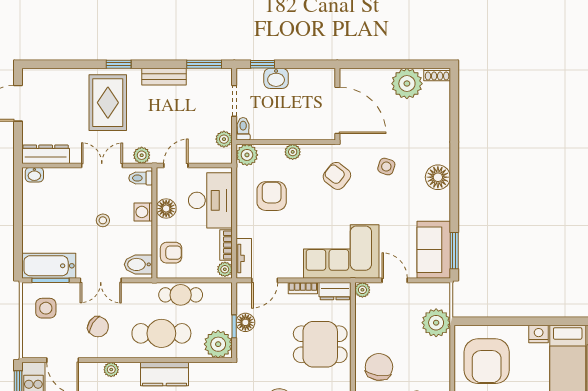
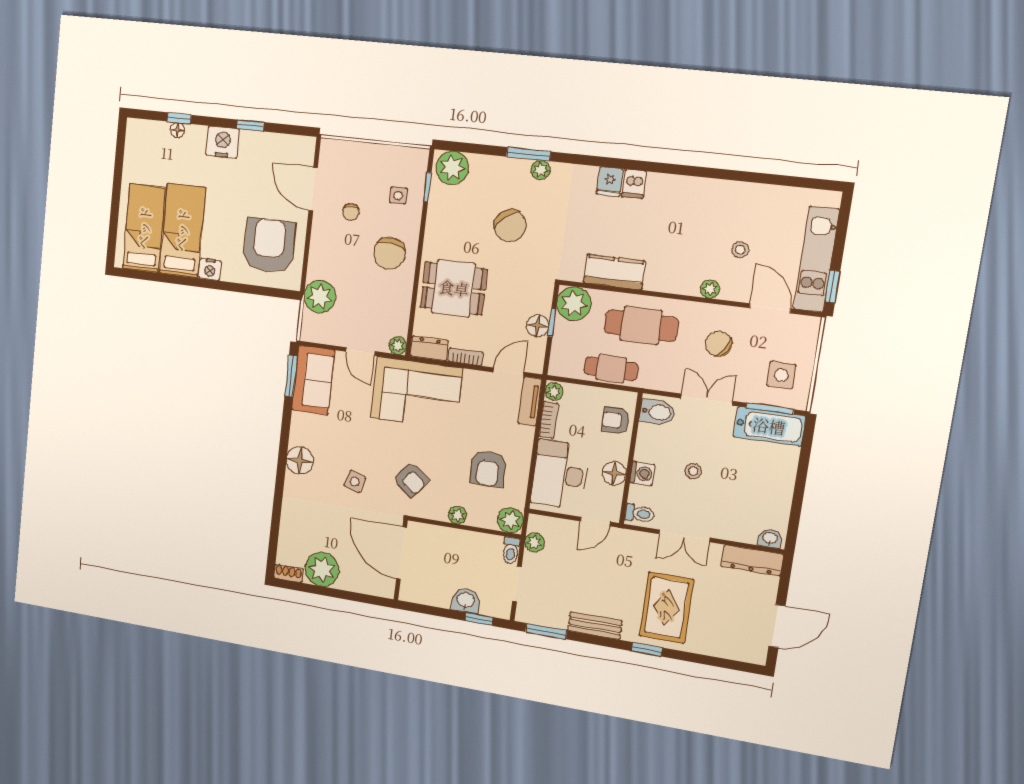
plant: (142, 155) -> (635, 540), removed
kitchen counter: (165, 374) -> (614, 272), moved

